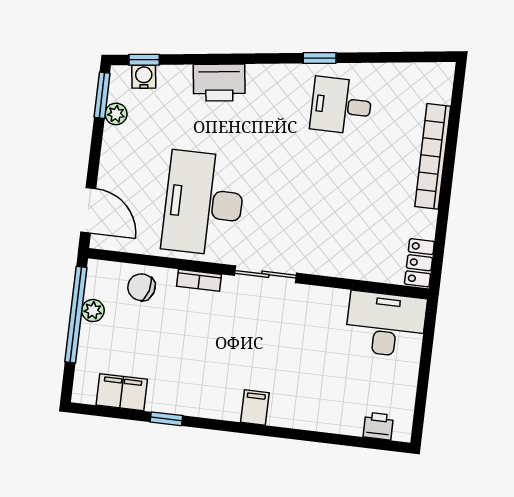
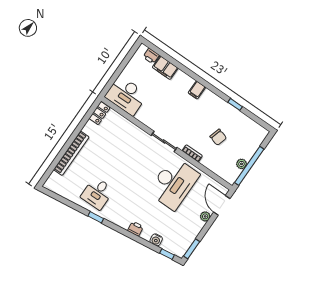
water cooler: (144, 77) -> (156, 240), moved
printer: (219, 83) -> (136, 229), width x0.53, depth x0.68
desk: (341, 106) -> (97, 193), turned 90
plant: (116, 114) -> (205, 216), moved
chair: (141, 287) -> (218, 137), moved
filing cabinet: (122, 392) -> (165, 68), moved

